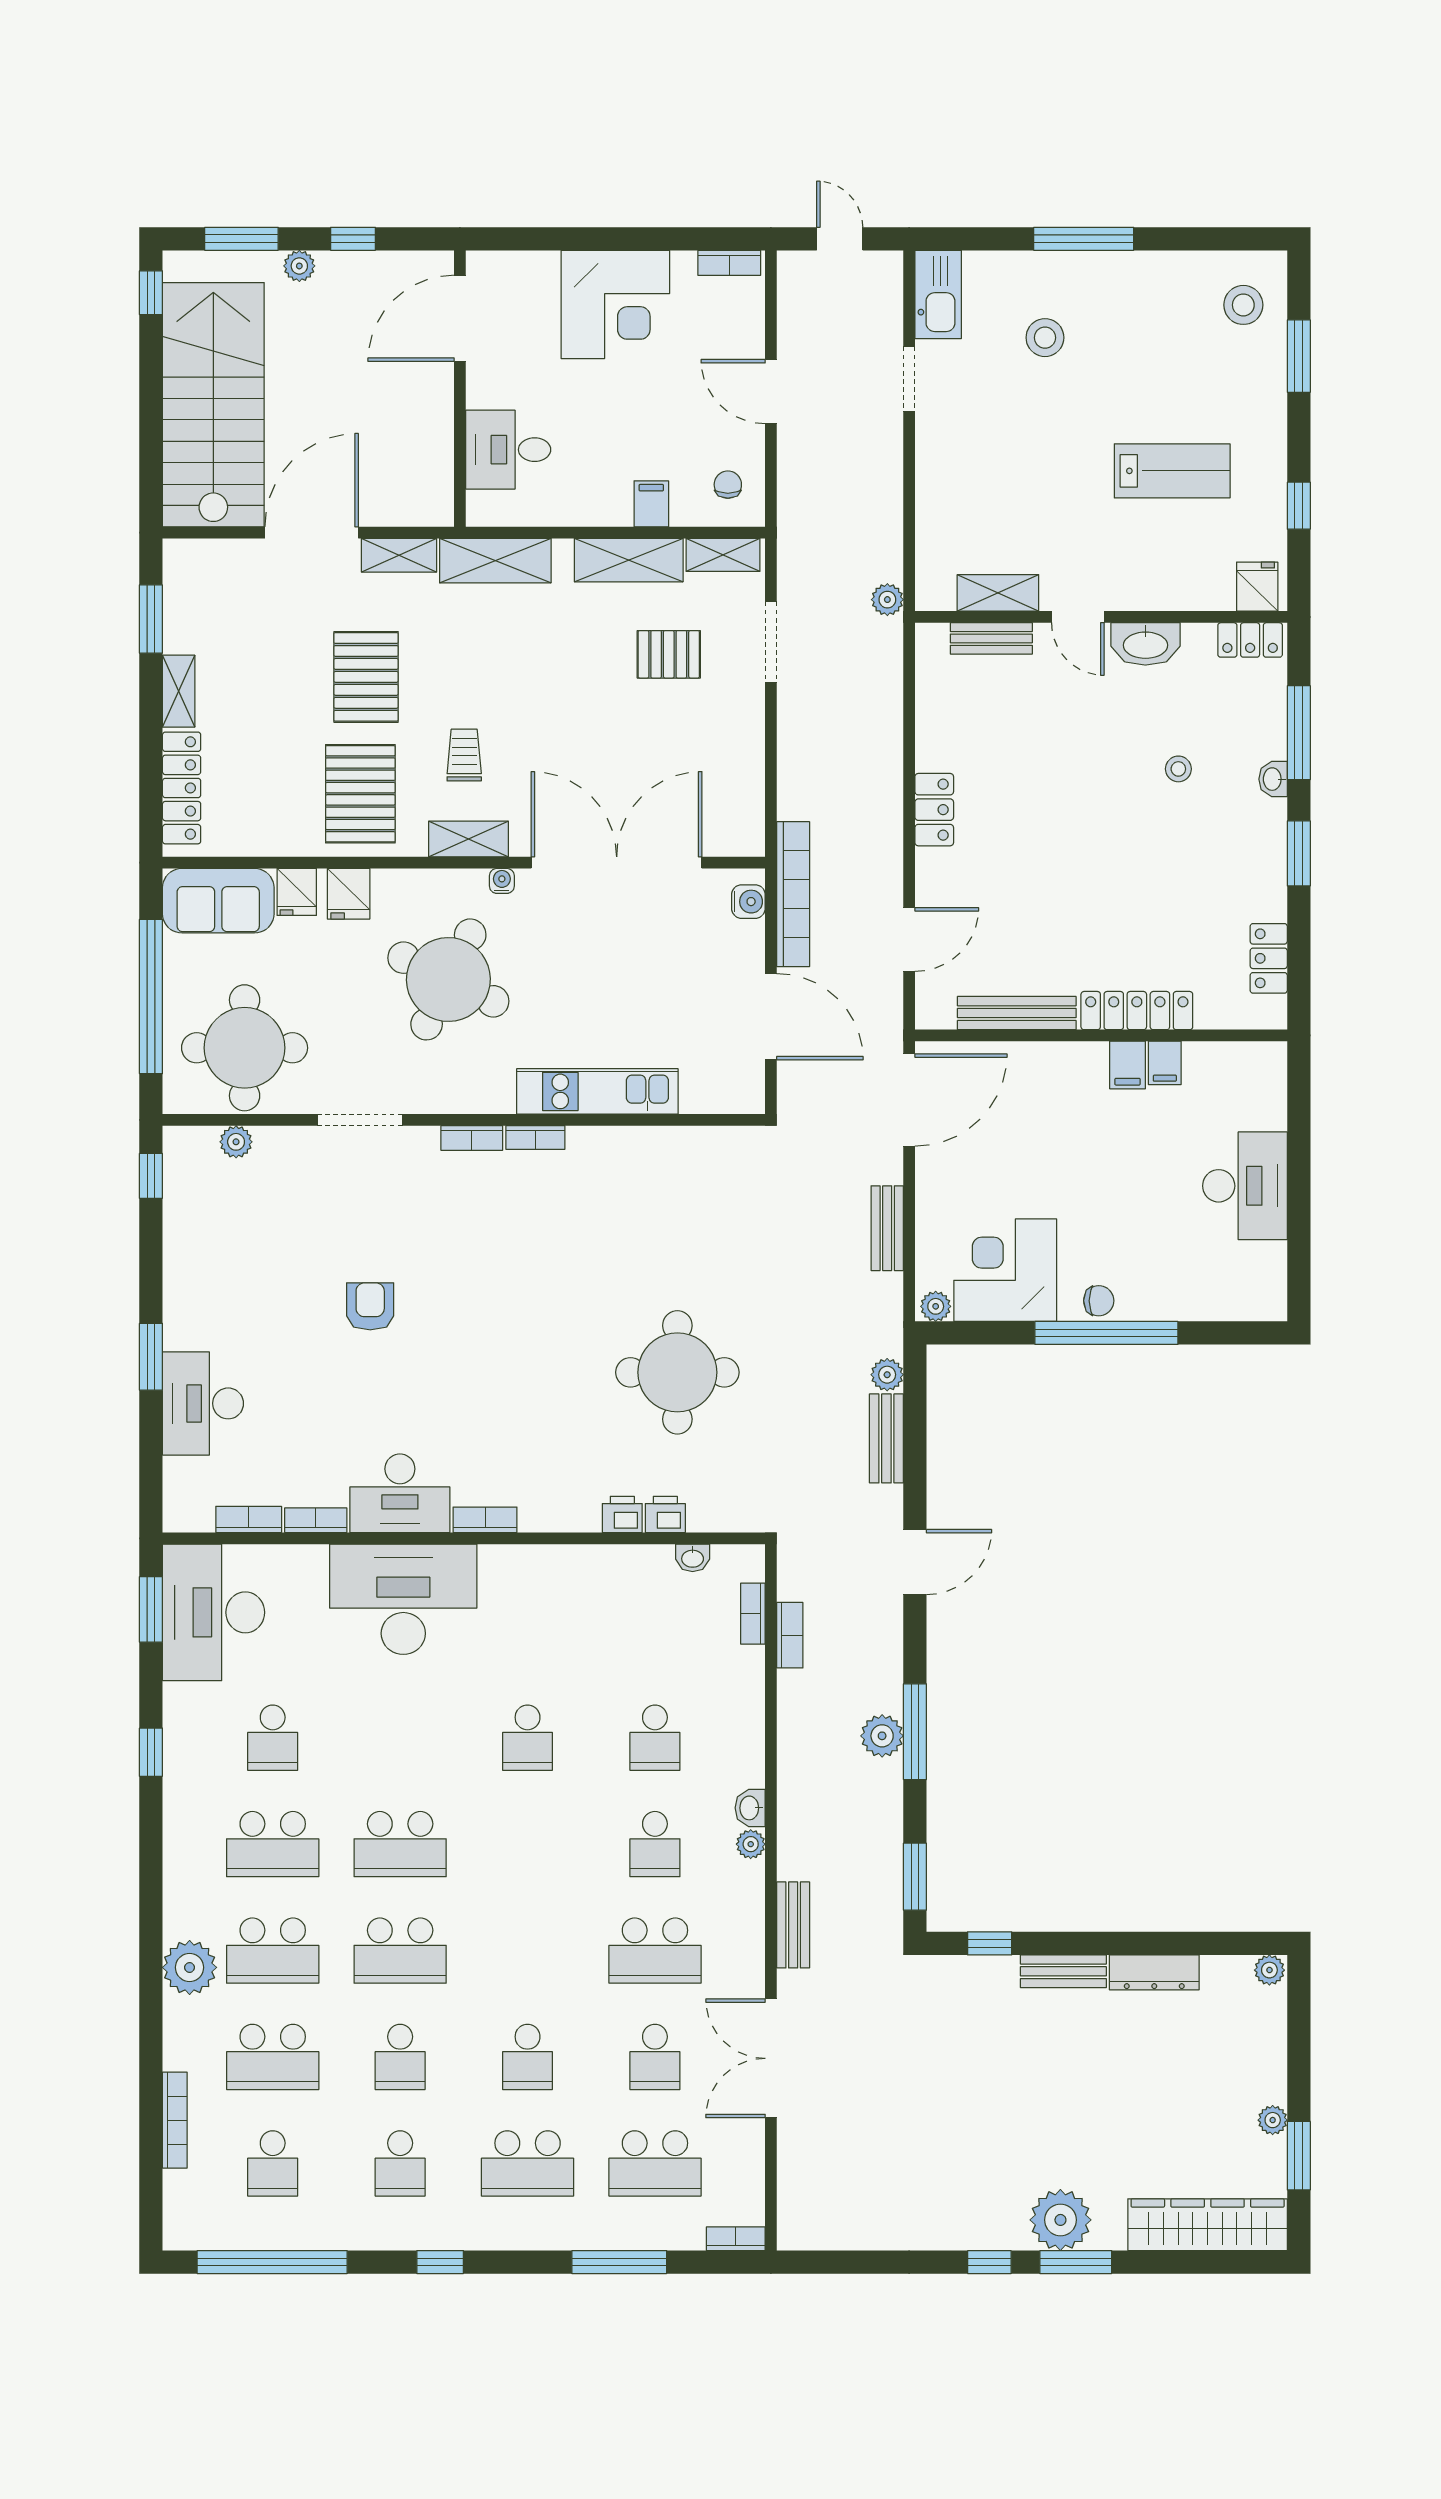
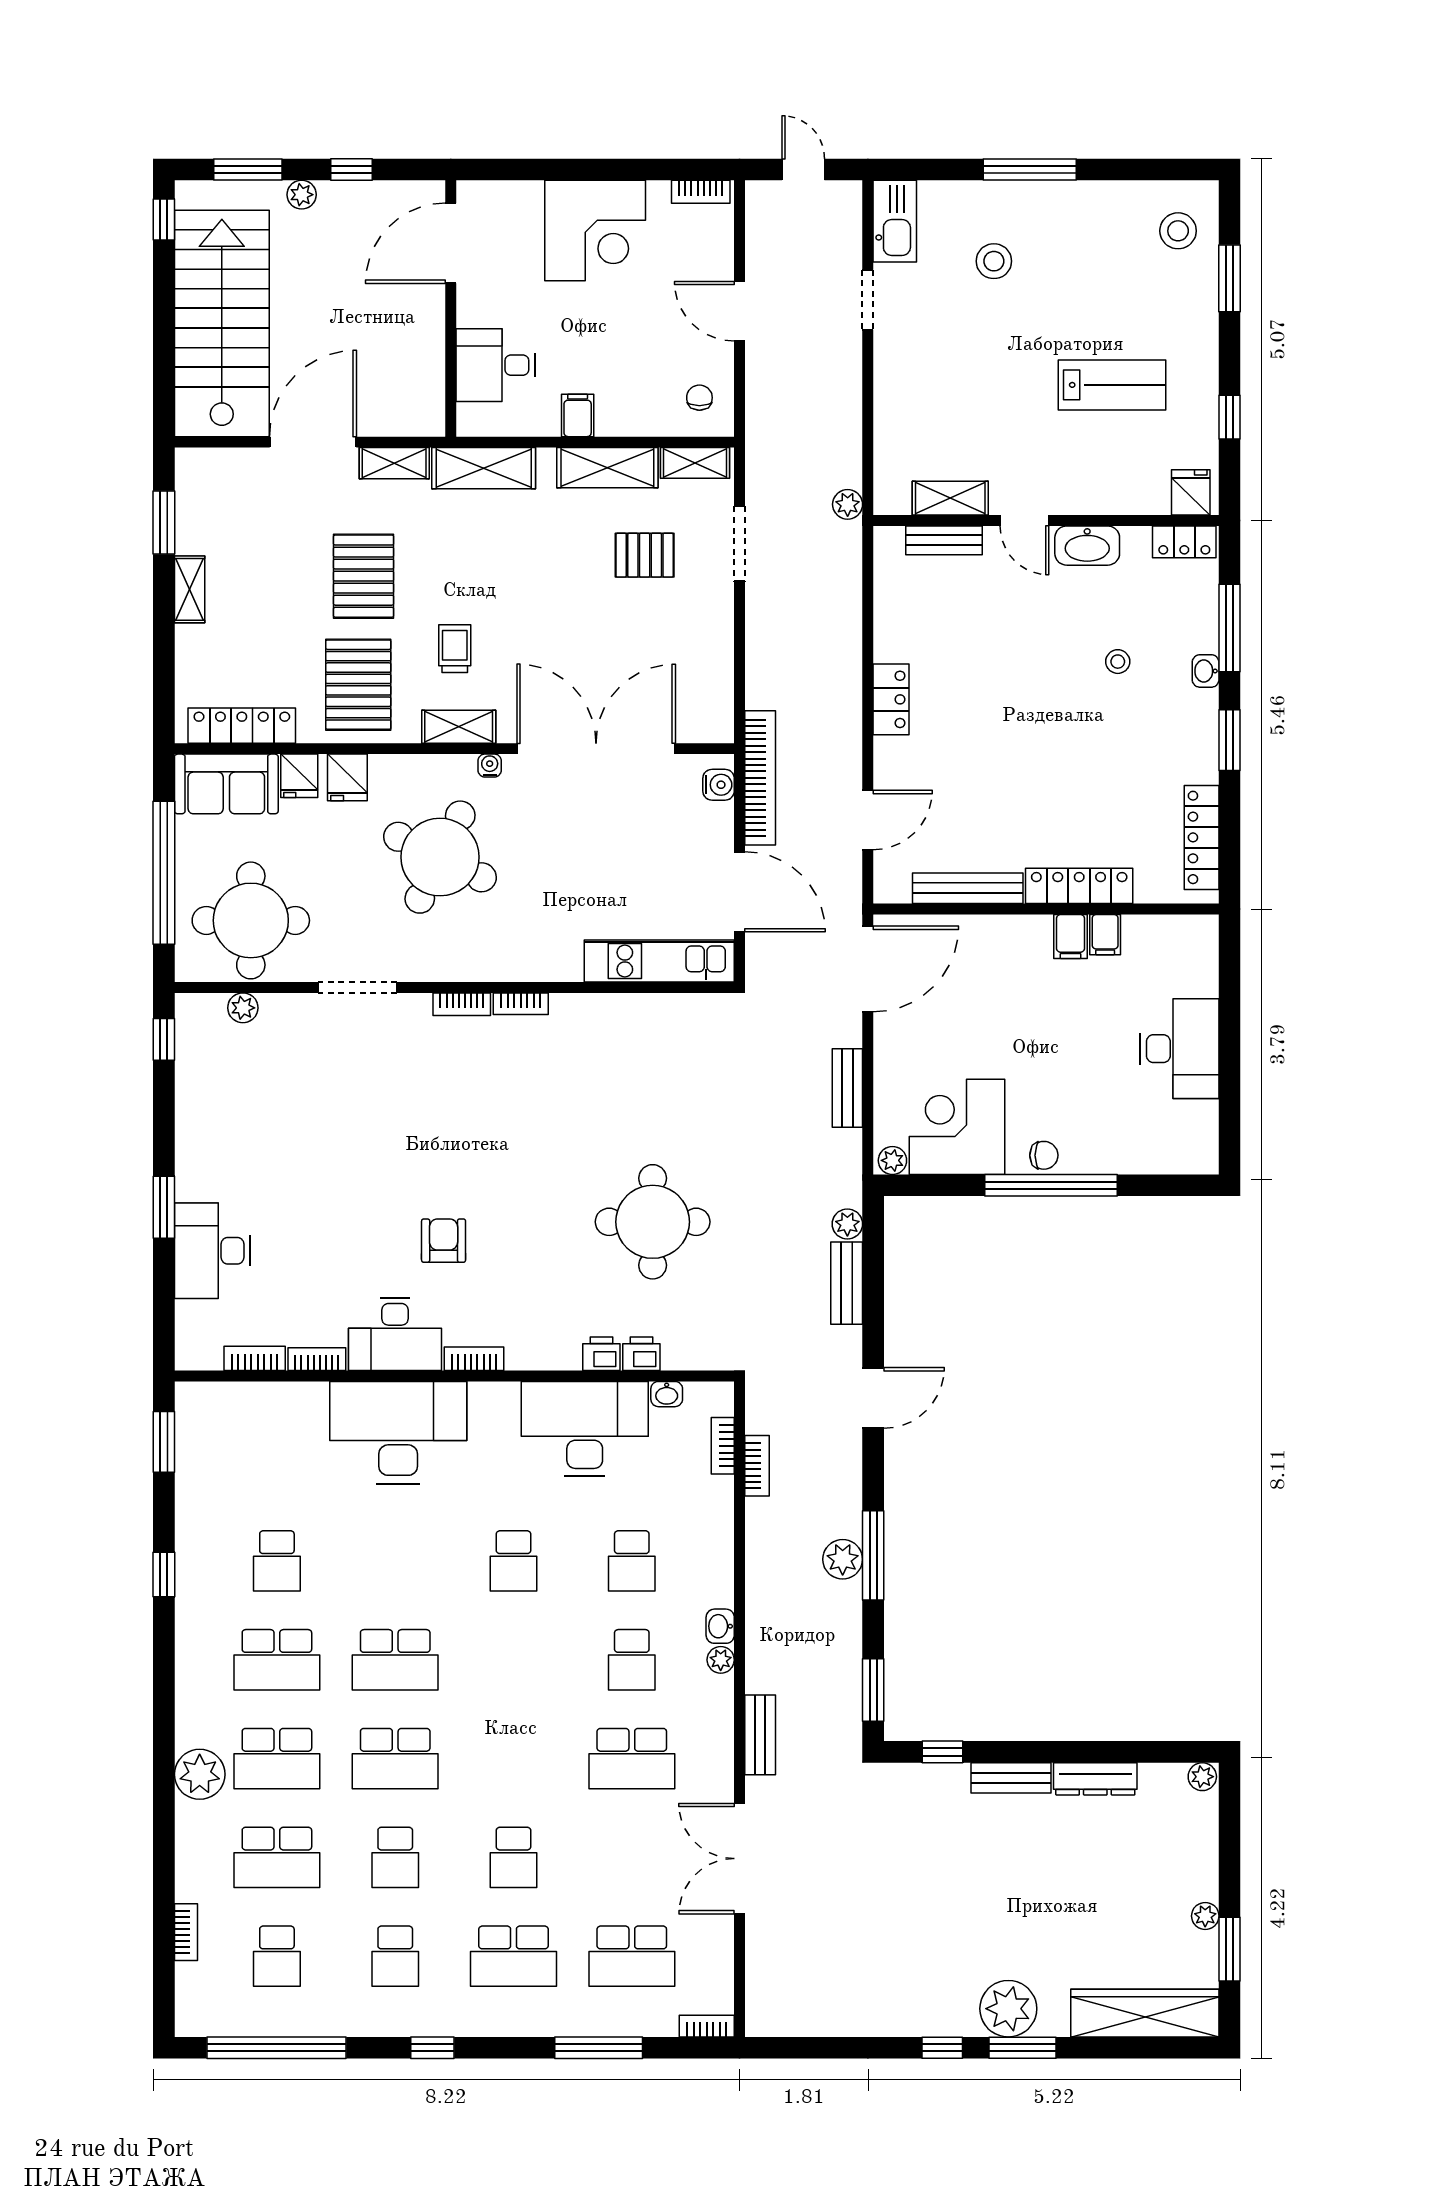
filing cabinet: (651, 504) -> (578, 415), moved
locker: (182, 788) -> (242, 726), moved, turned -90
locker: (1269, 958) -> (1202, 837), width x1.53
kitchen unit: (597, 1091) -> (659, 961), moved
armchair: (370, 1306) -> (444, 1241), moved
desk: (214, 1612) -> (585, 1429), moved, turned 90
school desk: (655, 2057) -> (632, 1857), removed
bookcase: (175, 2120) -> (186, 1932), width x0.64

